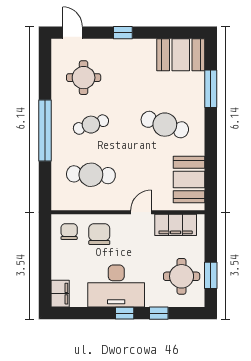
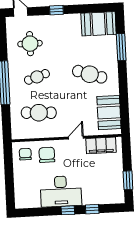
round table: (182, 276) -> (107, 182), removed
filing cabinet: (60, 294) -> (21, 199), removed

